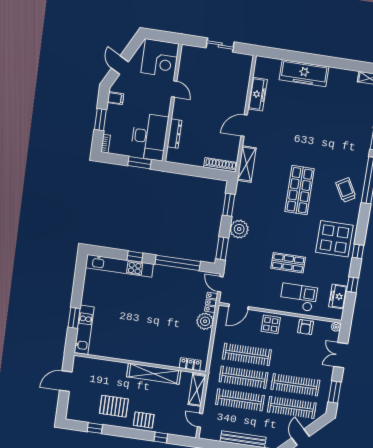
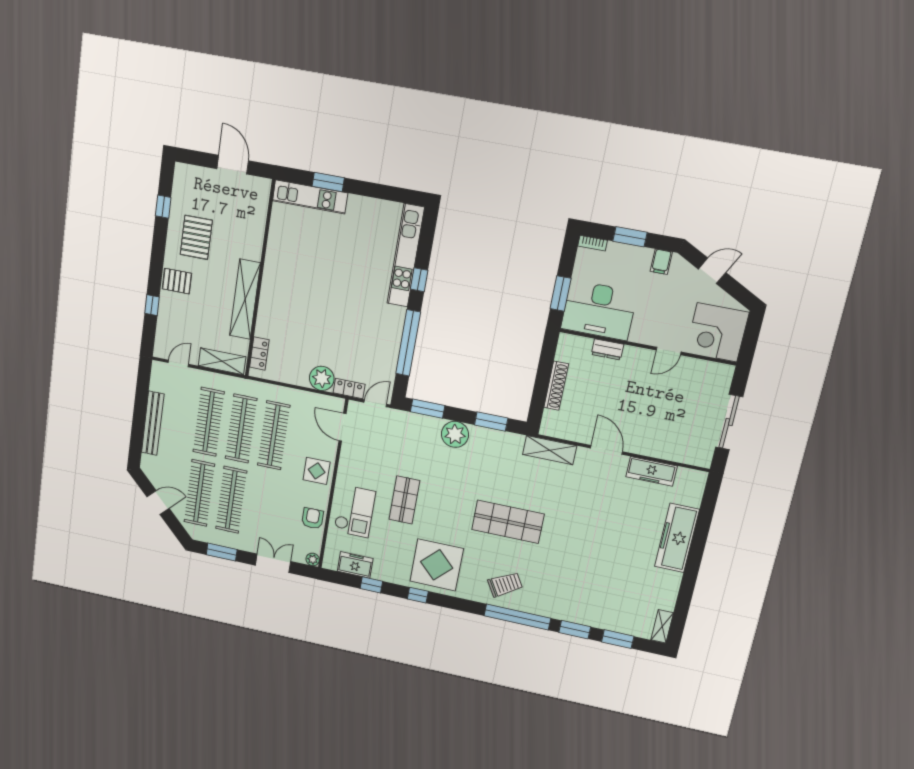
sliding door: (220, 45) -> (729, 422), width x1.37
dresser: (175, 134) -> (608, 349), width x0.70
shoe rack: (221, 165) -> (556, 386), moved
armchair: (306, 327) -> (313, 518), turned 90
pallet: (144, 420) -> (177, 281), turned 90

